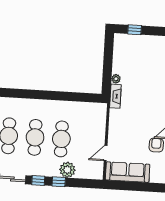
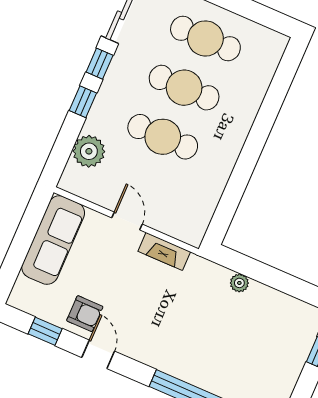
fireplace: (115, 96) -> (164, 251), moved
door: (106, 153) -> (127, 221), moved
plant: (67, 170) -> (89, 151), moved

